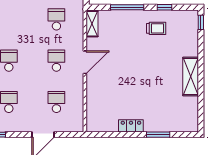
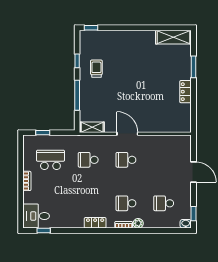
shelving: (191, 77) -> (173, 37), moved
school desk: (56, 102) -> (164, 160), removed

